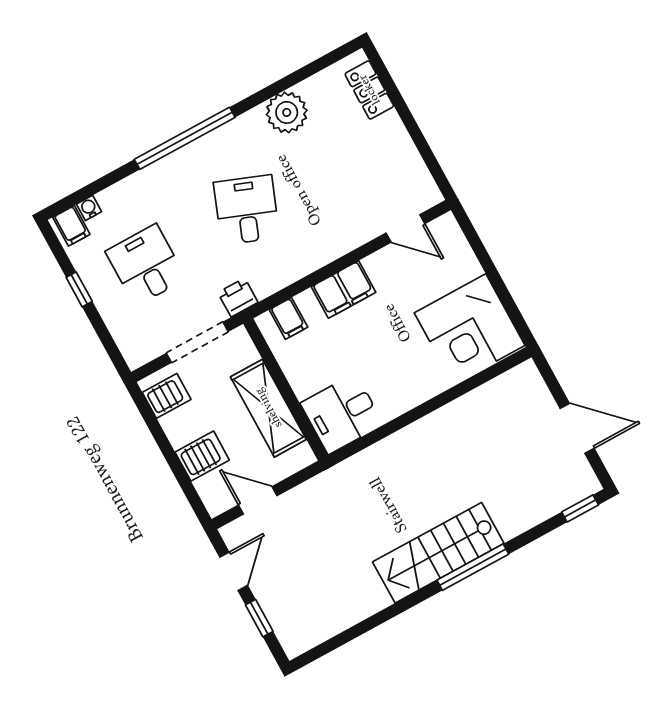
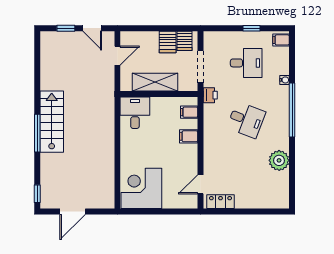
locker: (369, 90) -> (221, 202), moved
water cooler: (89, 208) -> (285, 80), moved
filing cabinet: (344, 289) -> (189, 136), width x0.50
server rack: (202, 456) -> (168, 42), moved

